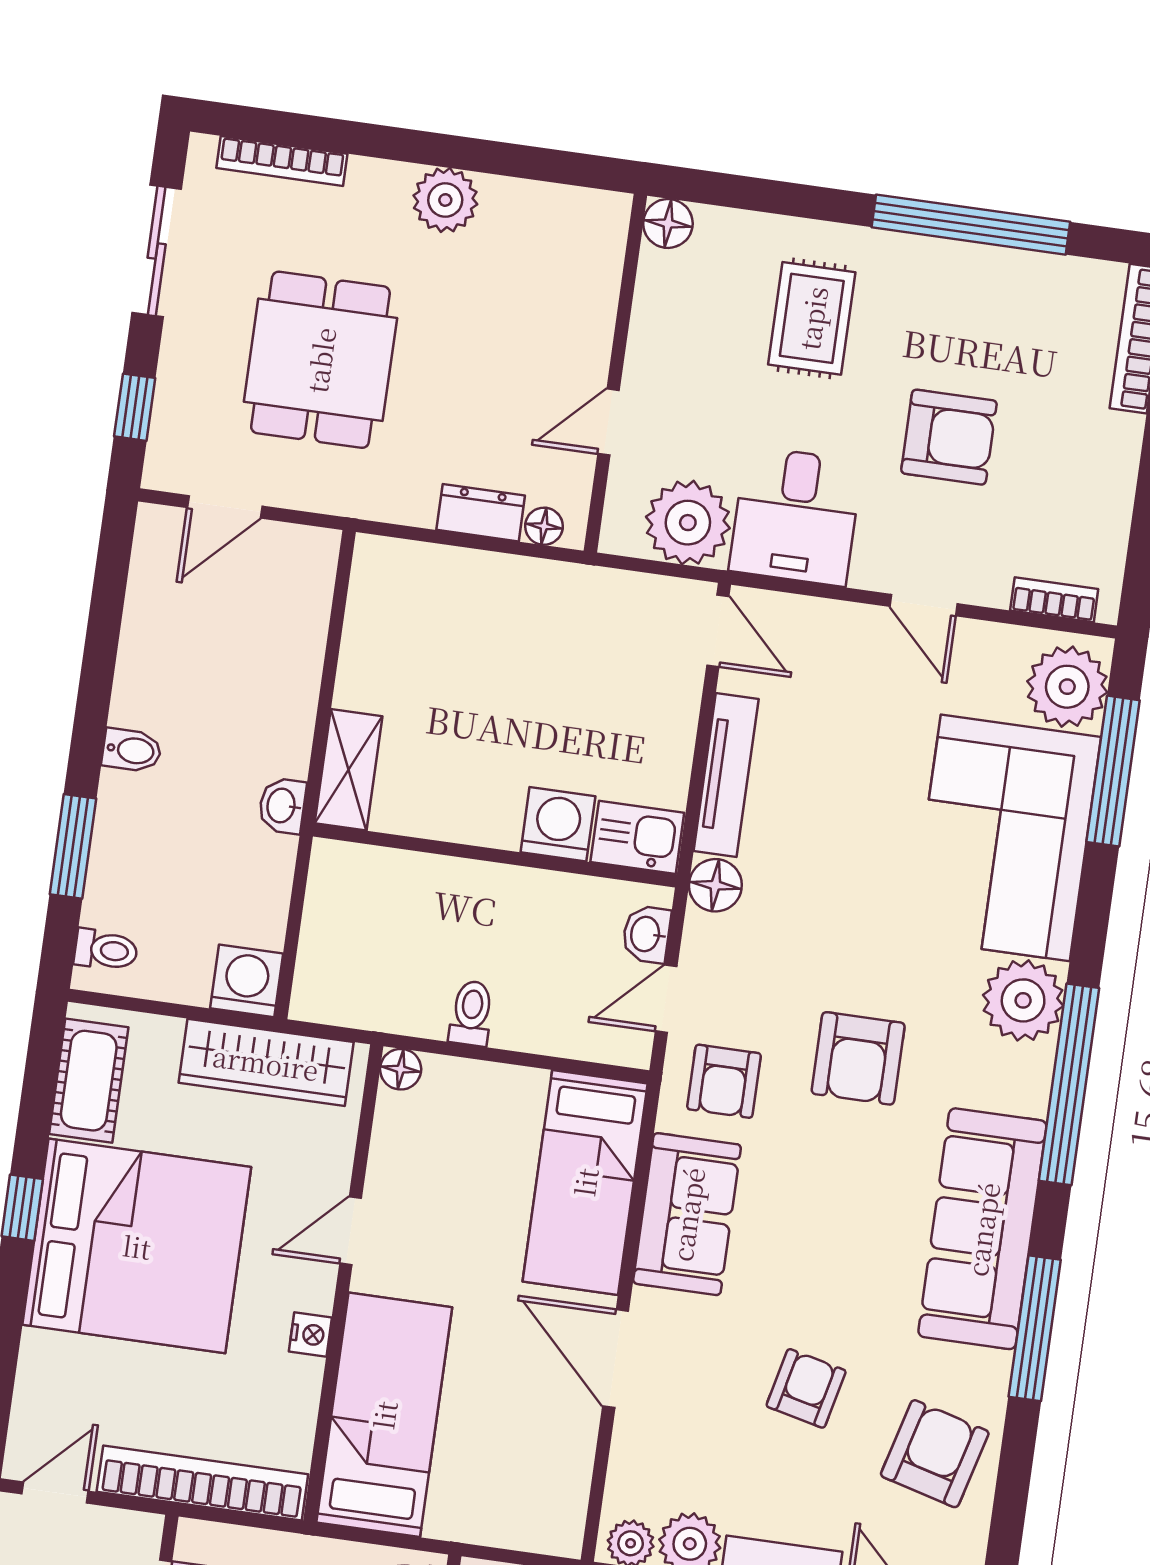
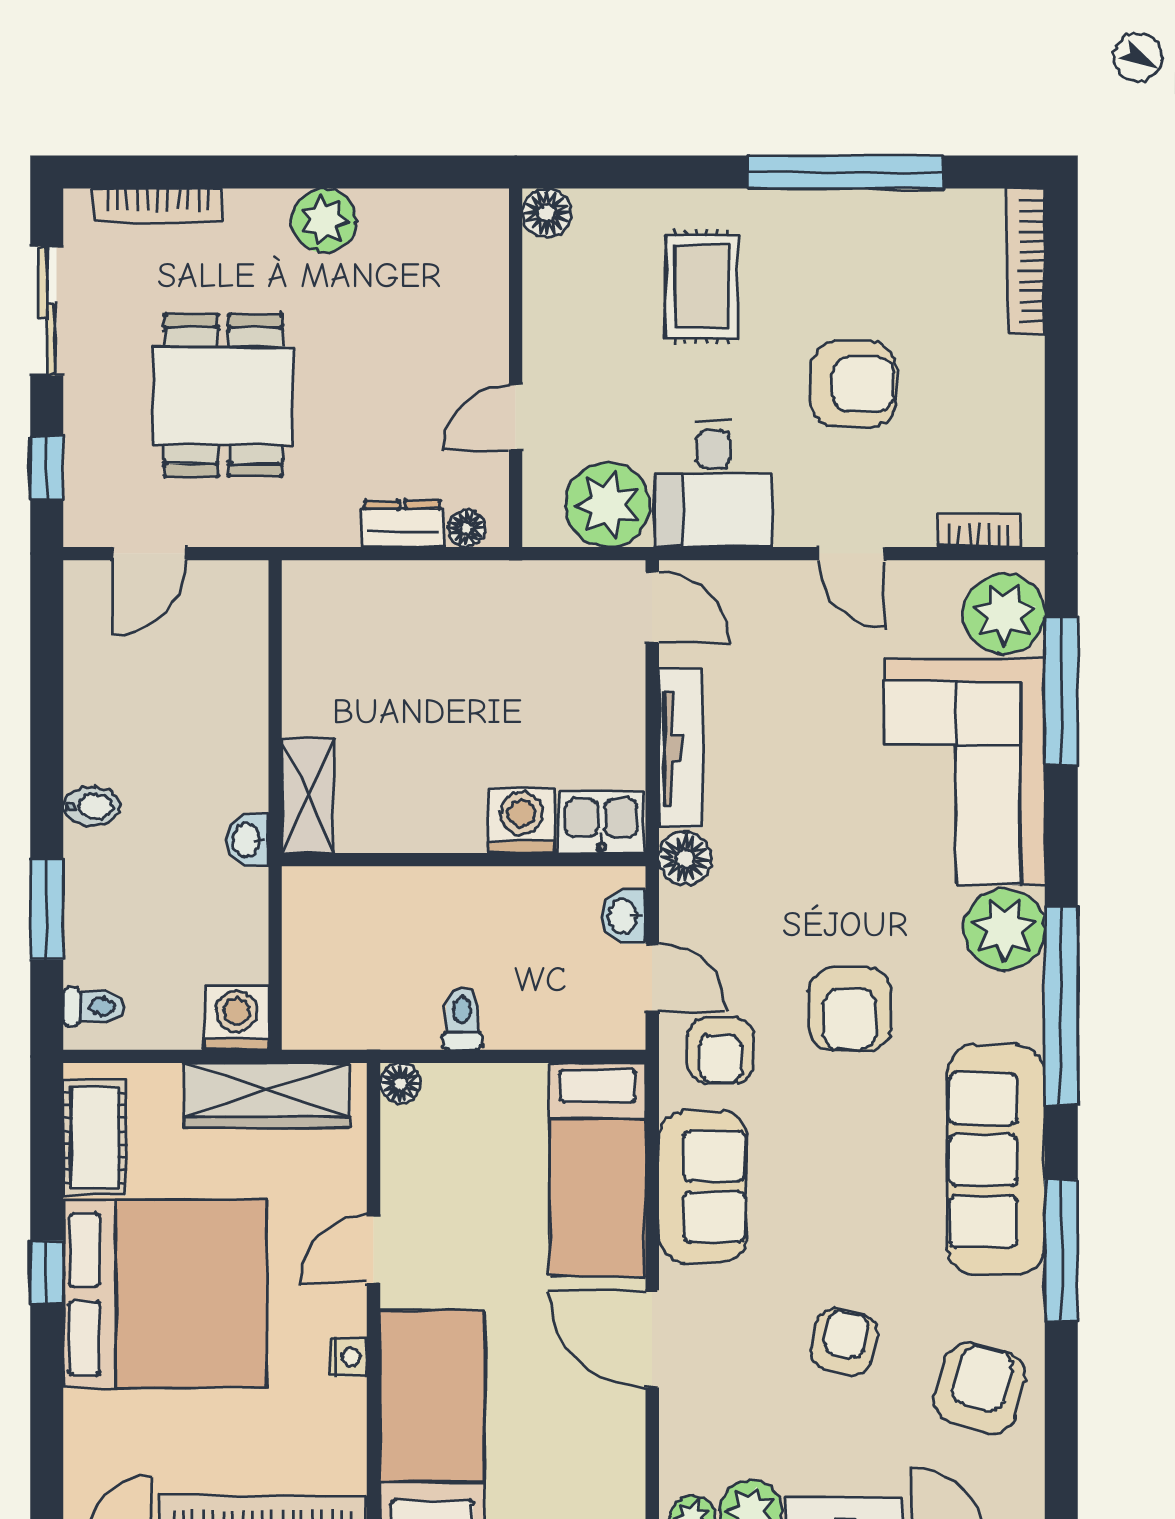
door: (666, 999) -> (652, 977), swing flipped

